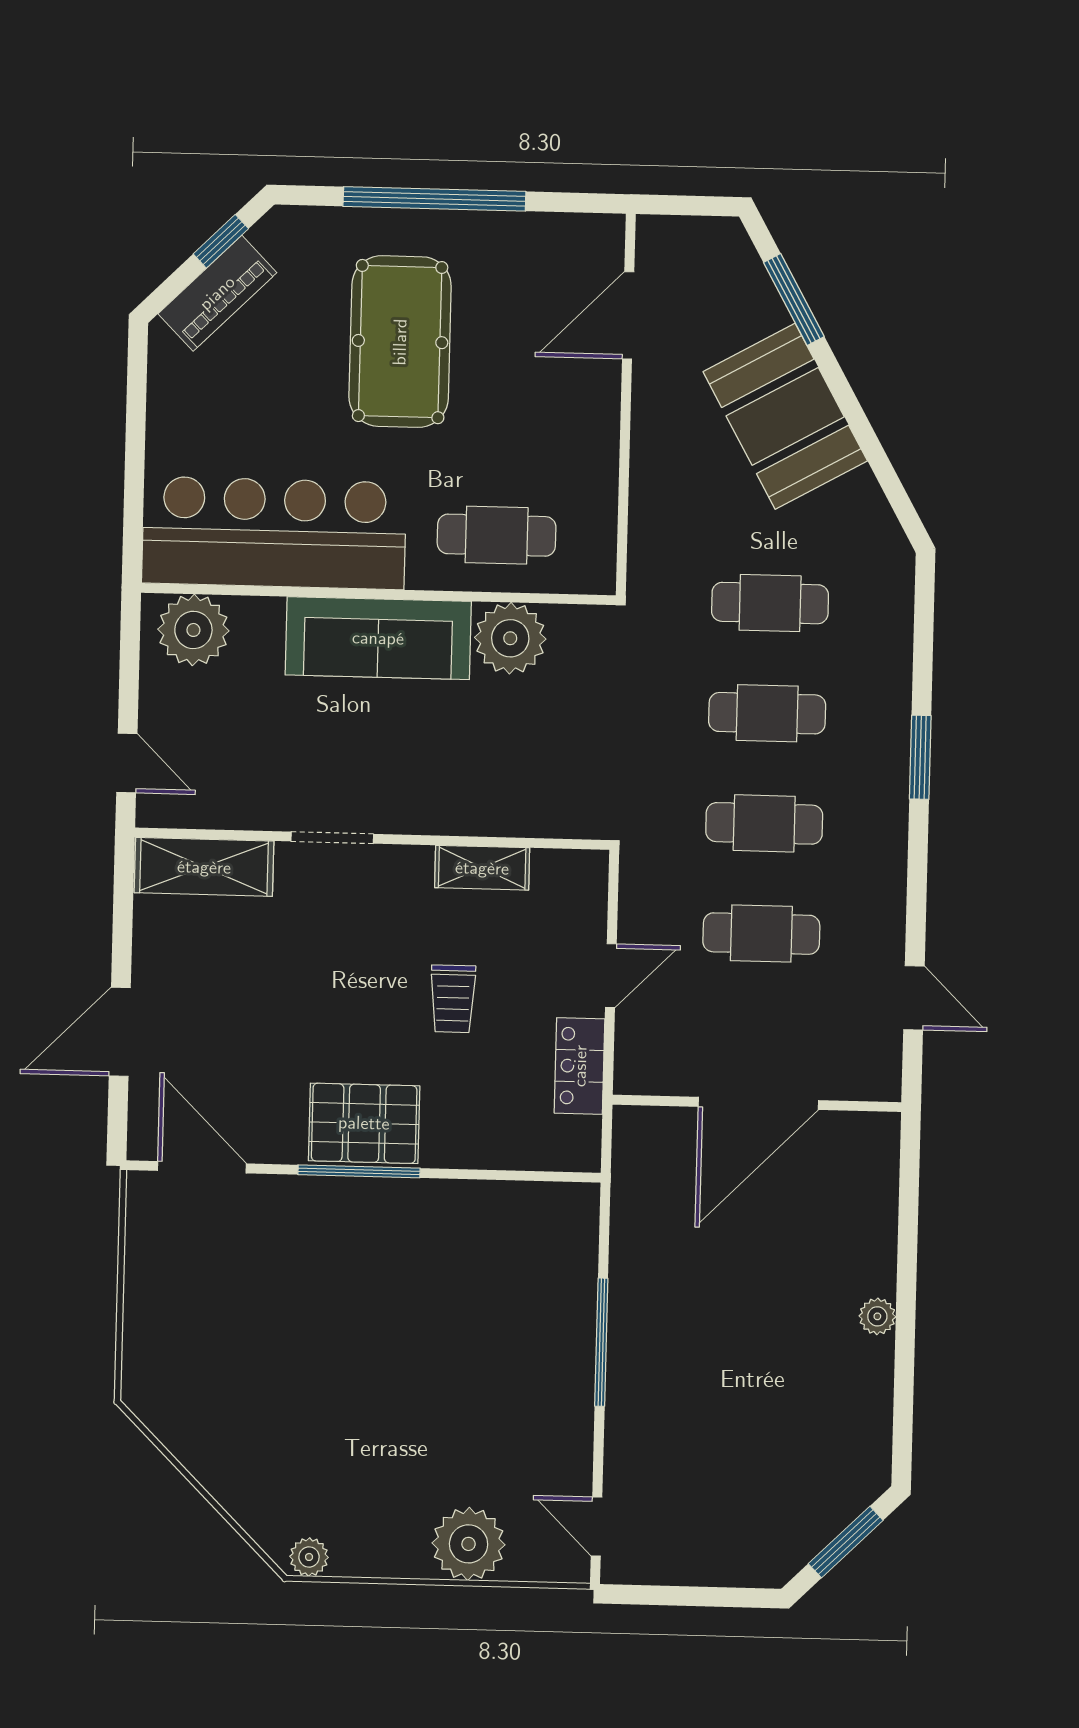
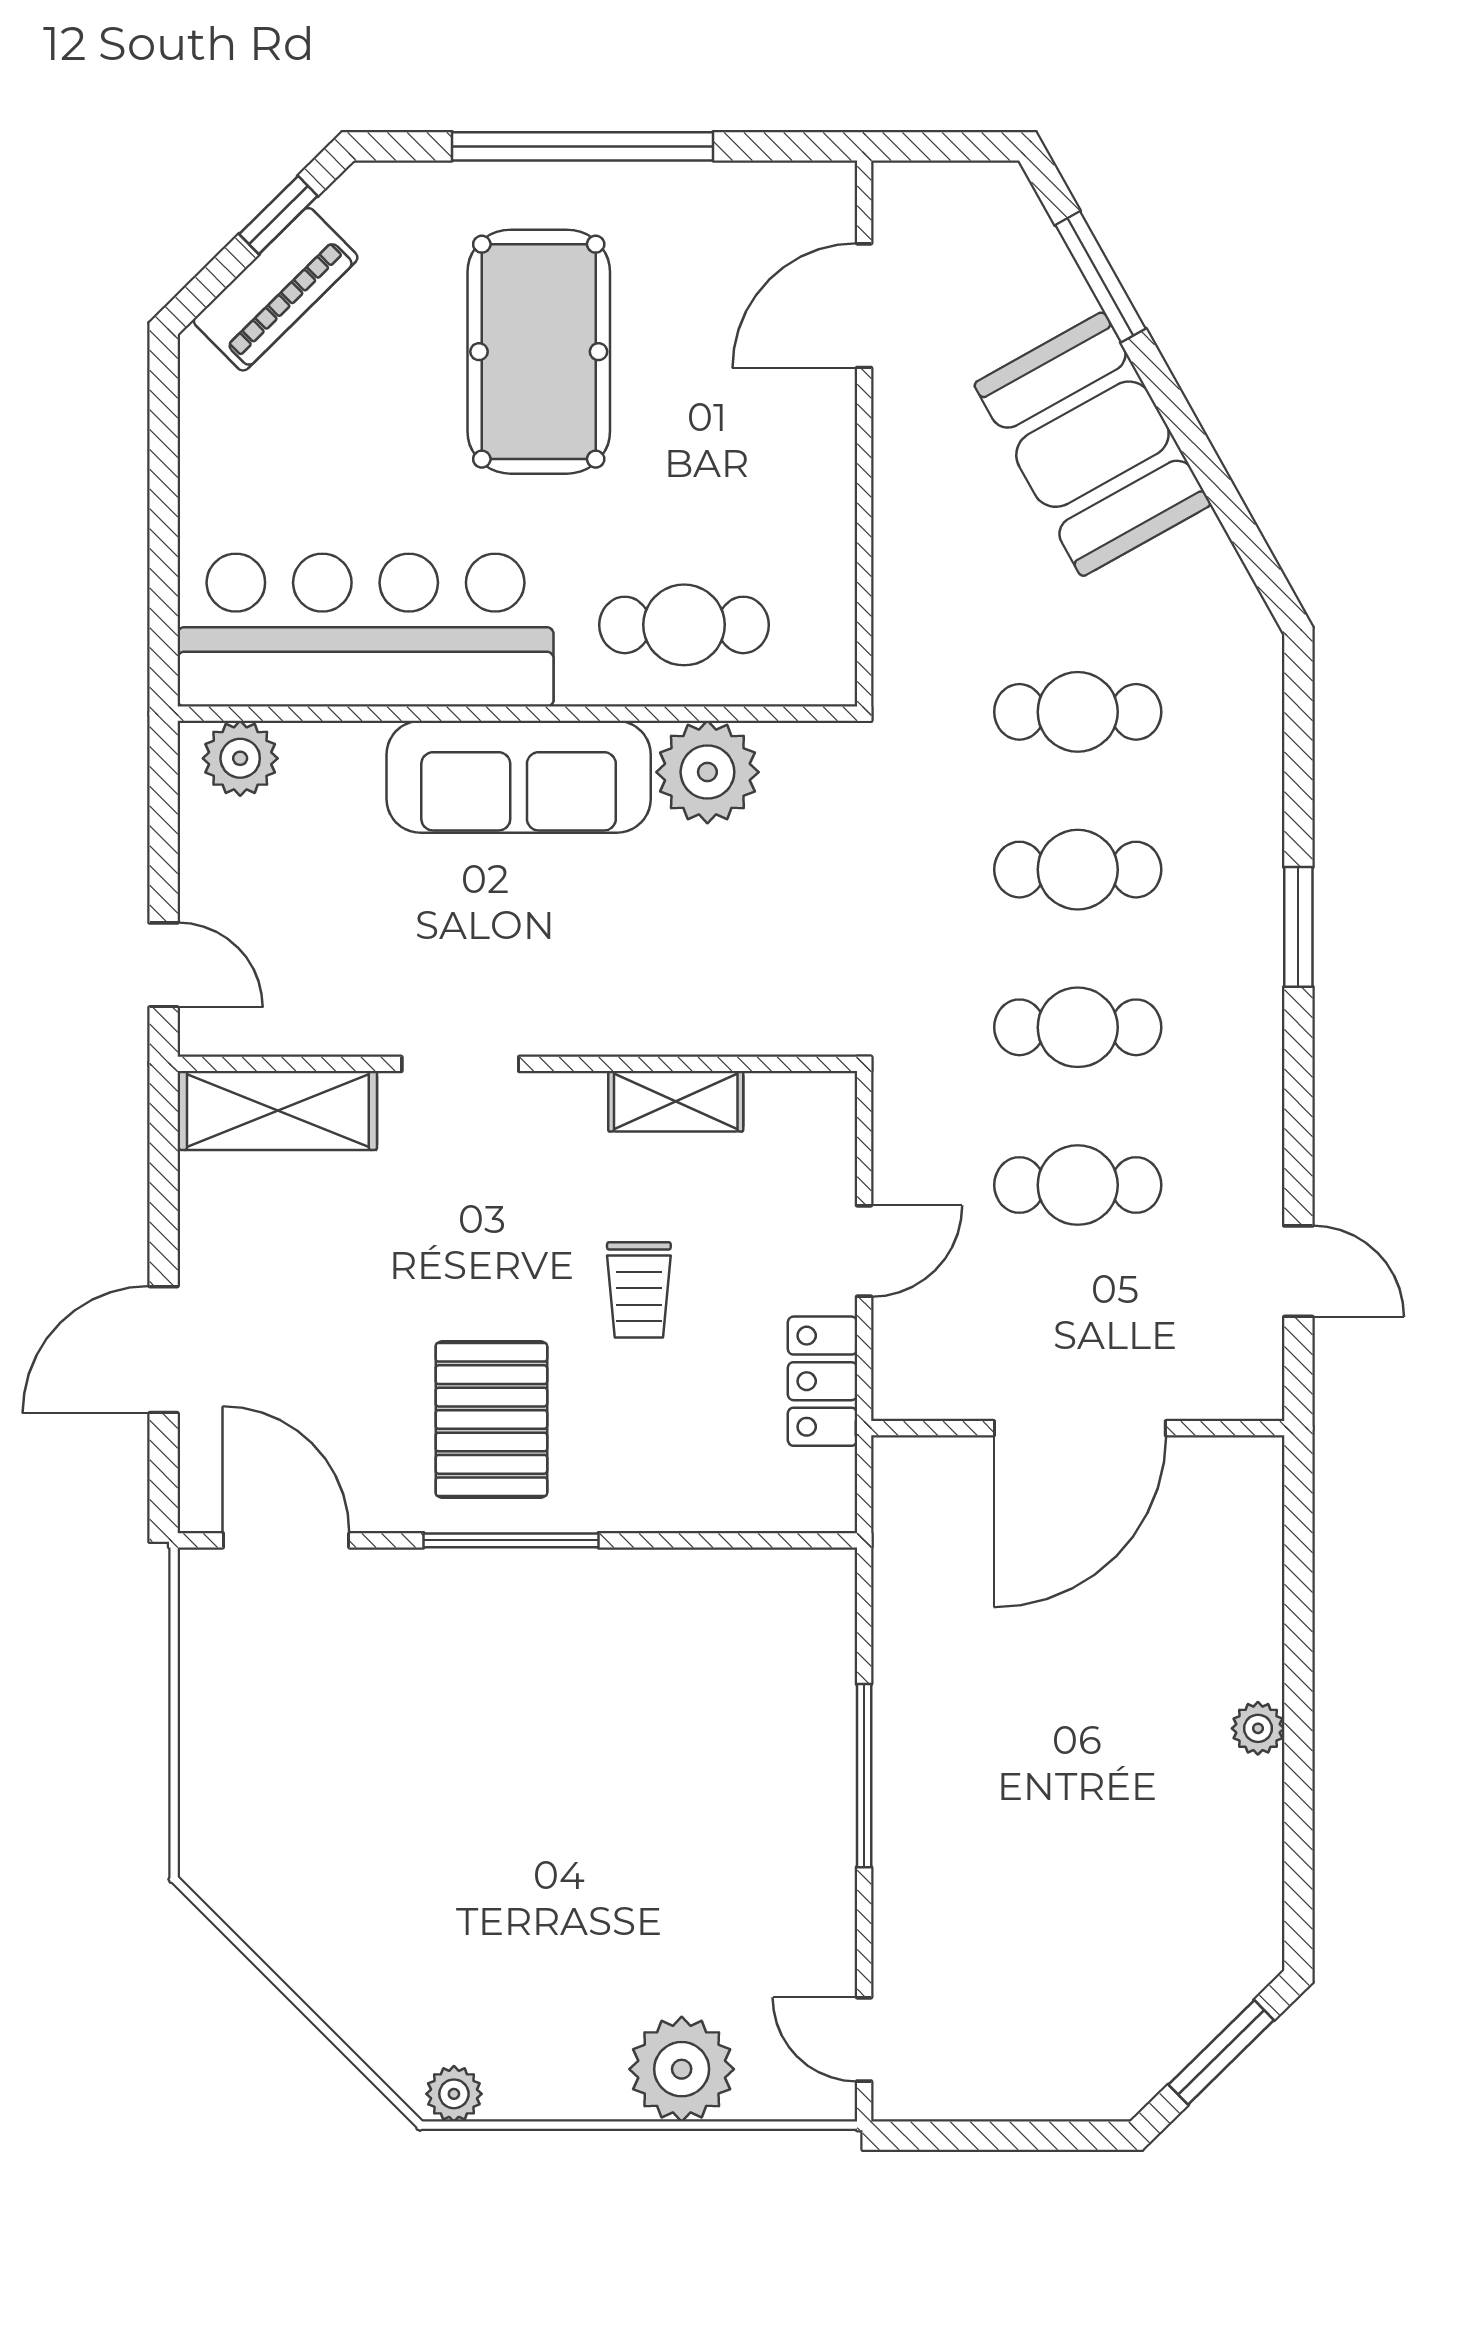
plant: (193, 630) -> (240, 758), width x0.73, depth x0.73
pallet: (364, 1123) -> (491, 1420), moved, turned 90

